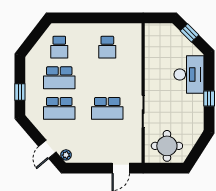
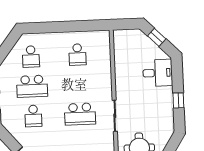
desk: (189, 75) -> (158, 73), width x0.73
school desk: (59, 108) -> (33, 116), width x0.54

